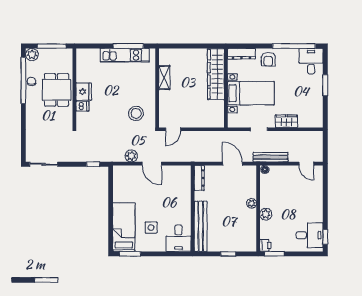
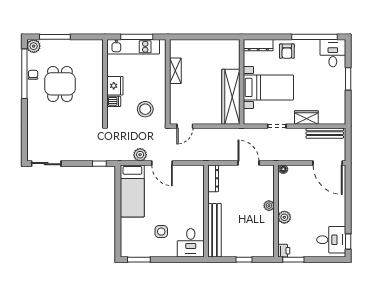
wardrobe: (216, 74) -> (231, 97), moved
wall: (74, 88) -> (105, 82), moved
fridge: (84, 92) -> (115, 86), moved
dishwasher: (83, 106) -> (114, 101), moved
bench: (271, 157) -> (325, 133), moved
door: (306, 164) -> (328, 163), width x1.87
bed: (124, 227) -> (132, 191), moved, turned 180

